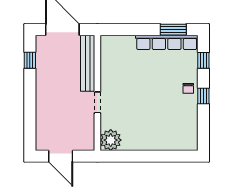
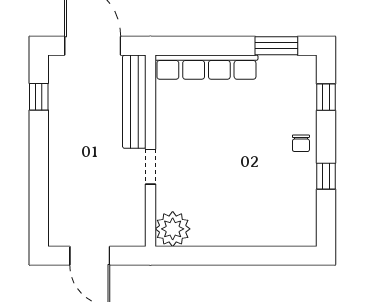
row of seats: (167, 42) -> (206, 67), moved
window: (203, 96) -> (326, 176), moved

